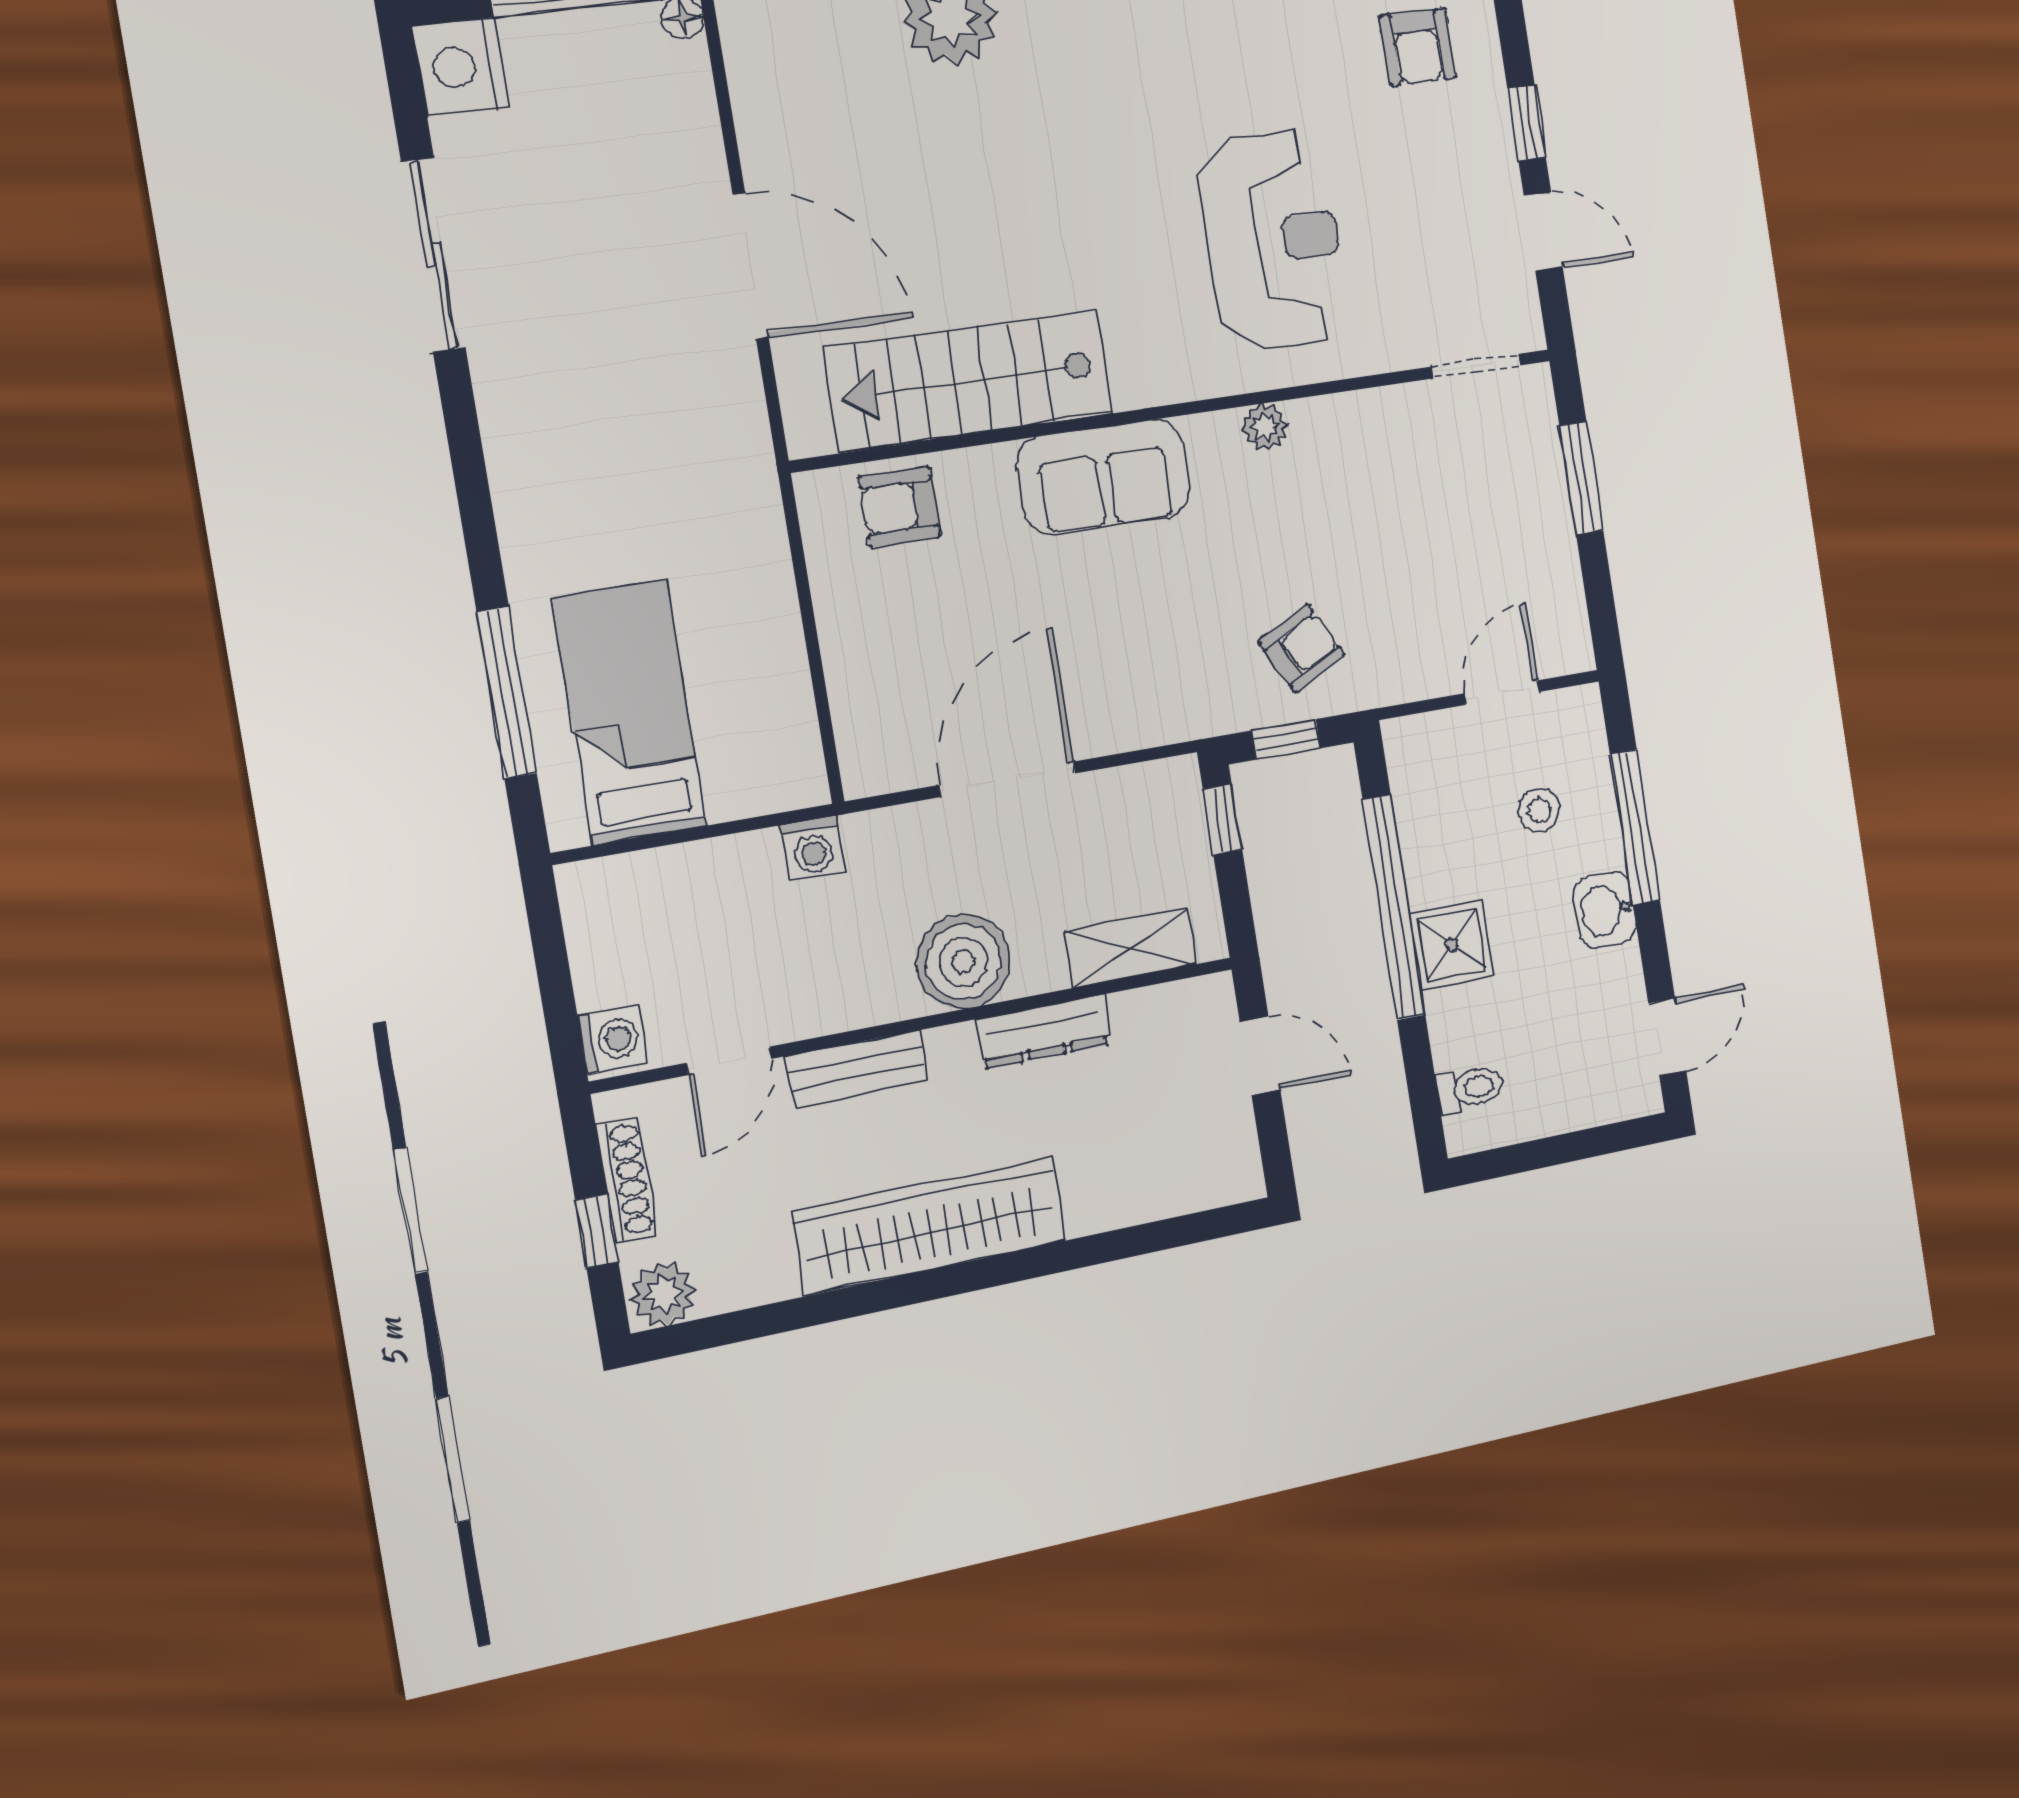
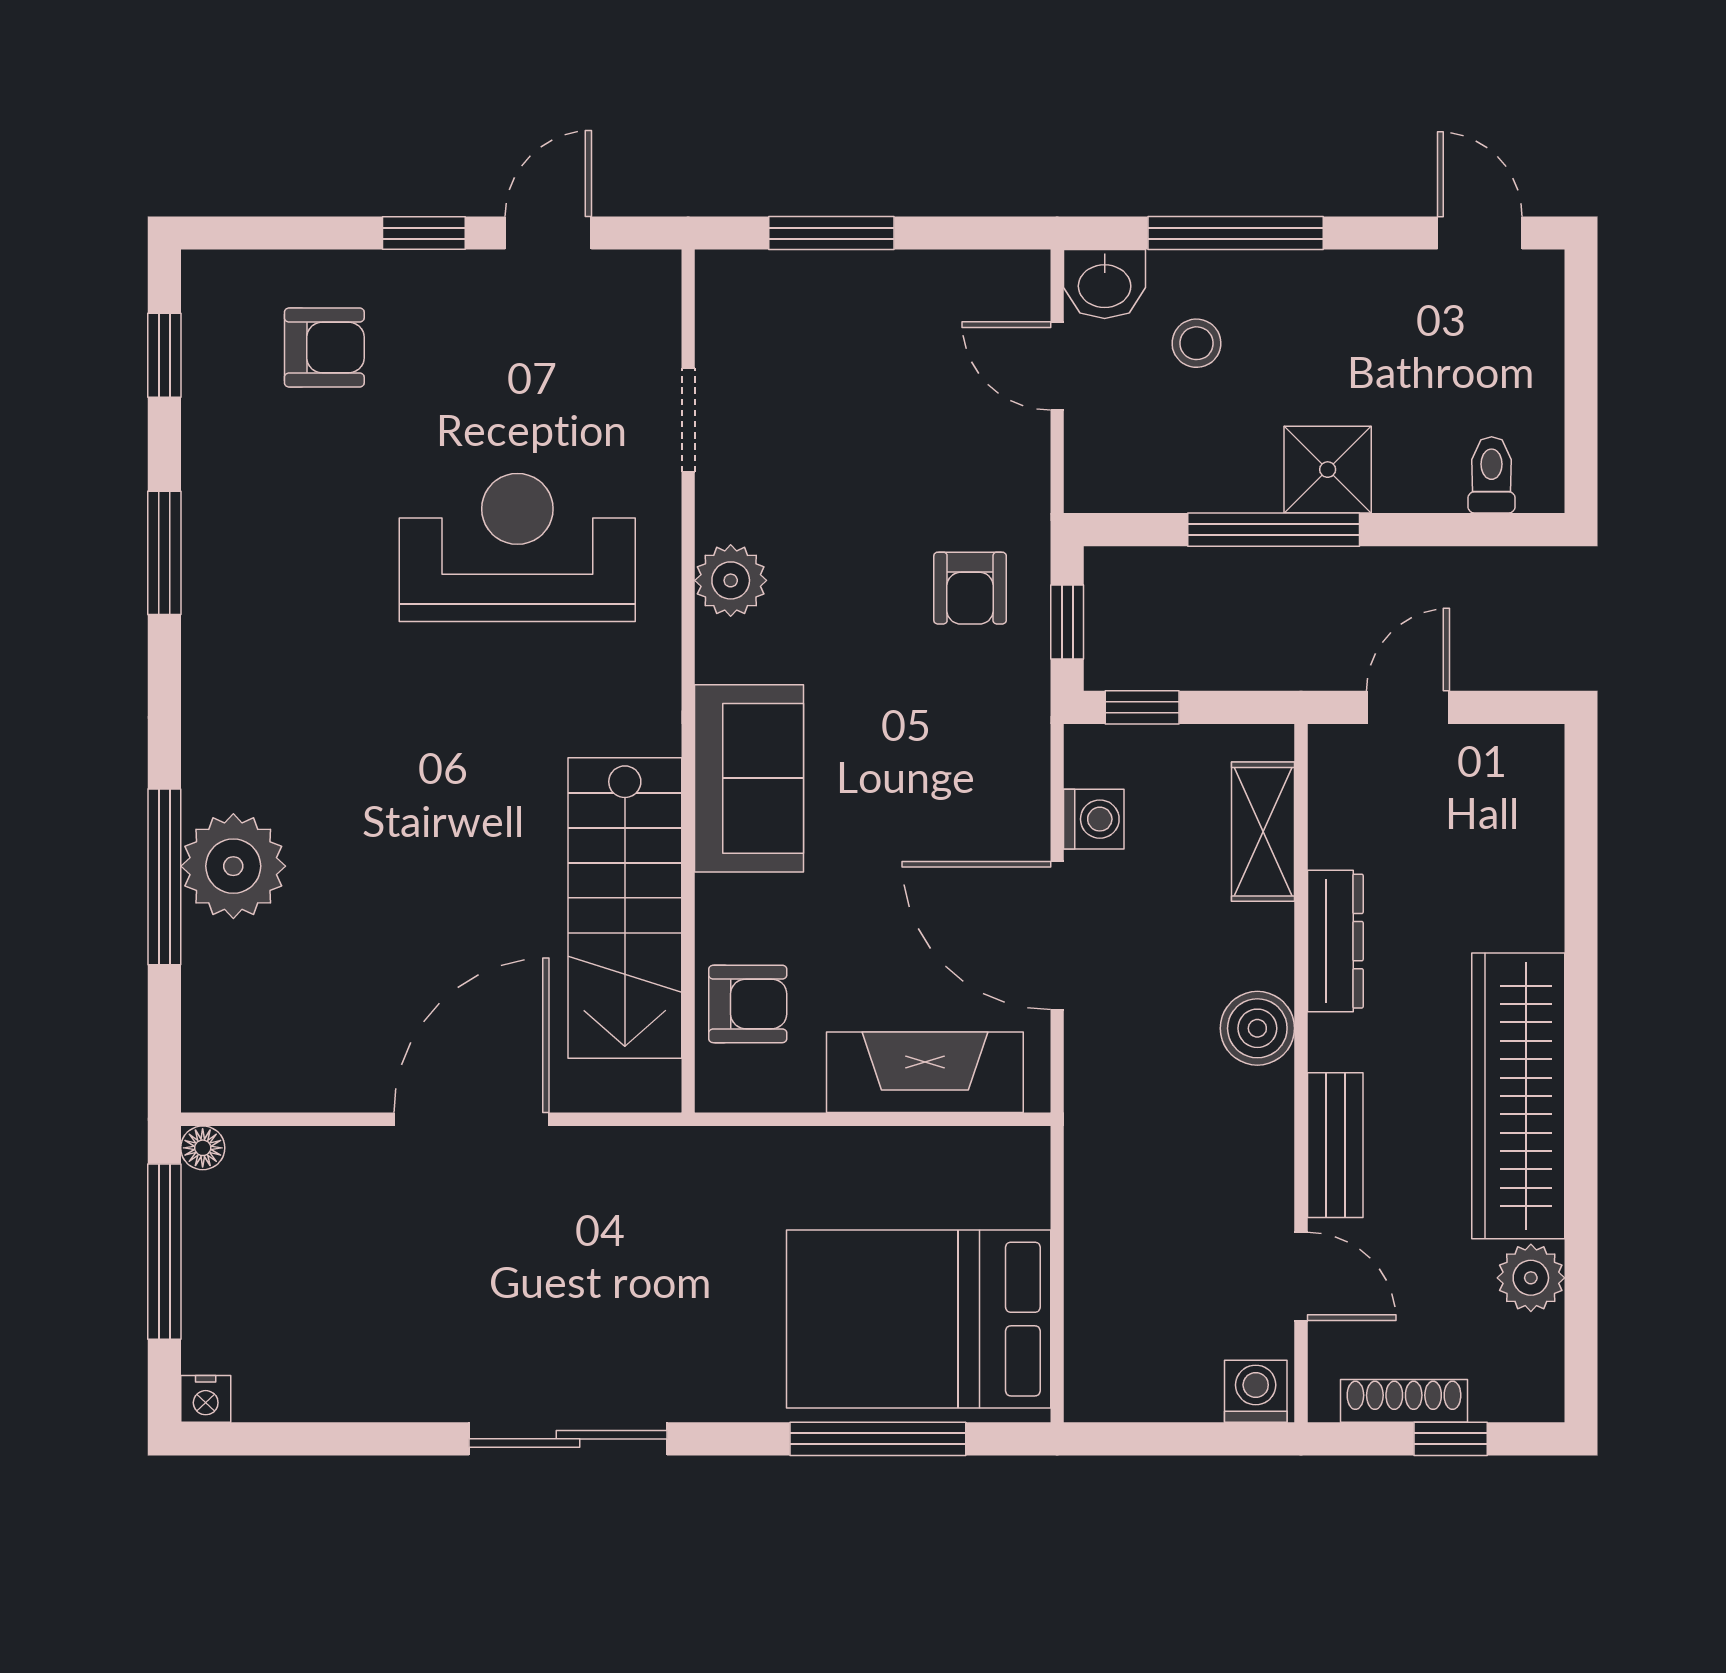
nightstand: (461, 67) -> (206, 1399), width x0.53, depth x0.56
sliding door: (433, 255) -> (568, 1439), moved
doorway: (1476, 366) -> (688, 420), moved
plant: (1265, 427) -> (731, 580), width x1.38, depth x1.38
armchair: (900, 507) -> (748, 1004), turned -90
armchair: (1302, 648) -> (970, 588), turned -152
fireplace: (863, 680) -> (925, 1072), added
bed: (629, 712) -> (919, 1319), width x1.50
washing machine: (813, 848) -> (1094, 819), moved
window: (1394, 907) -> (1274, 530), width x0.68
washbasin: (1605, 910) -> (1105, 284), moved
boiler: (963, 962) -> (1257, 1028), width x0.73, depth x0.73
plant: (663, 1294) -> (1531, 1278), moved

